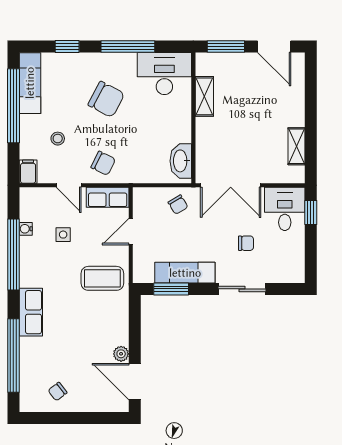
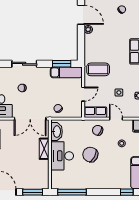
window: (67, 46) -> (127, 192), moved
window: (128, 46) -> (72, 192), moved
desk: (164, 74) -> (62, 156), moved, turned 90
shelving: (204, 96) -> (44, 149), moved
chair: (106, 99) -> (90, 155), moved
double door: (231, 185) -> (30, 119), swing flipped
exam couch: (185, 273) -> (66, 72), moved

